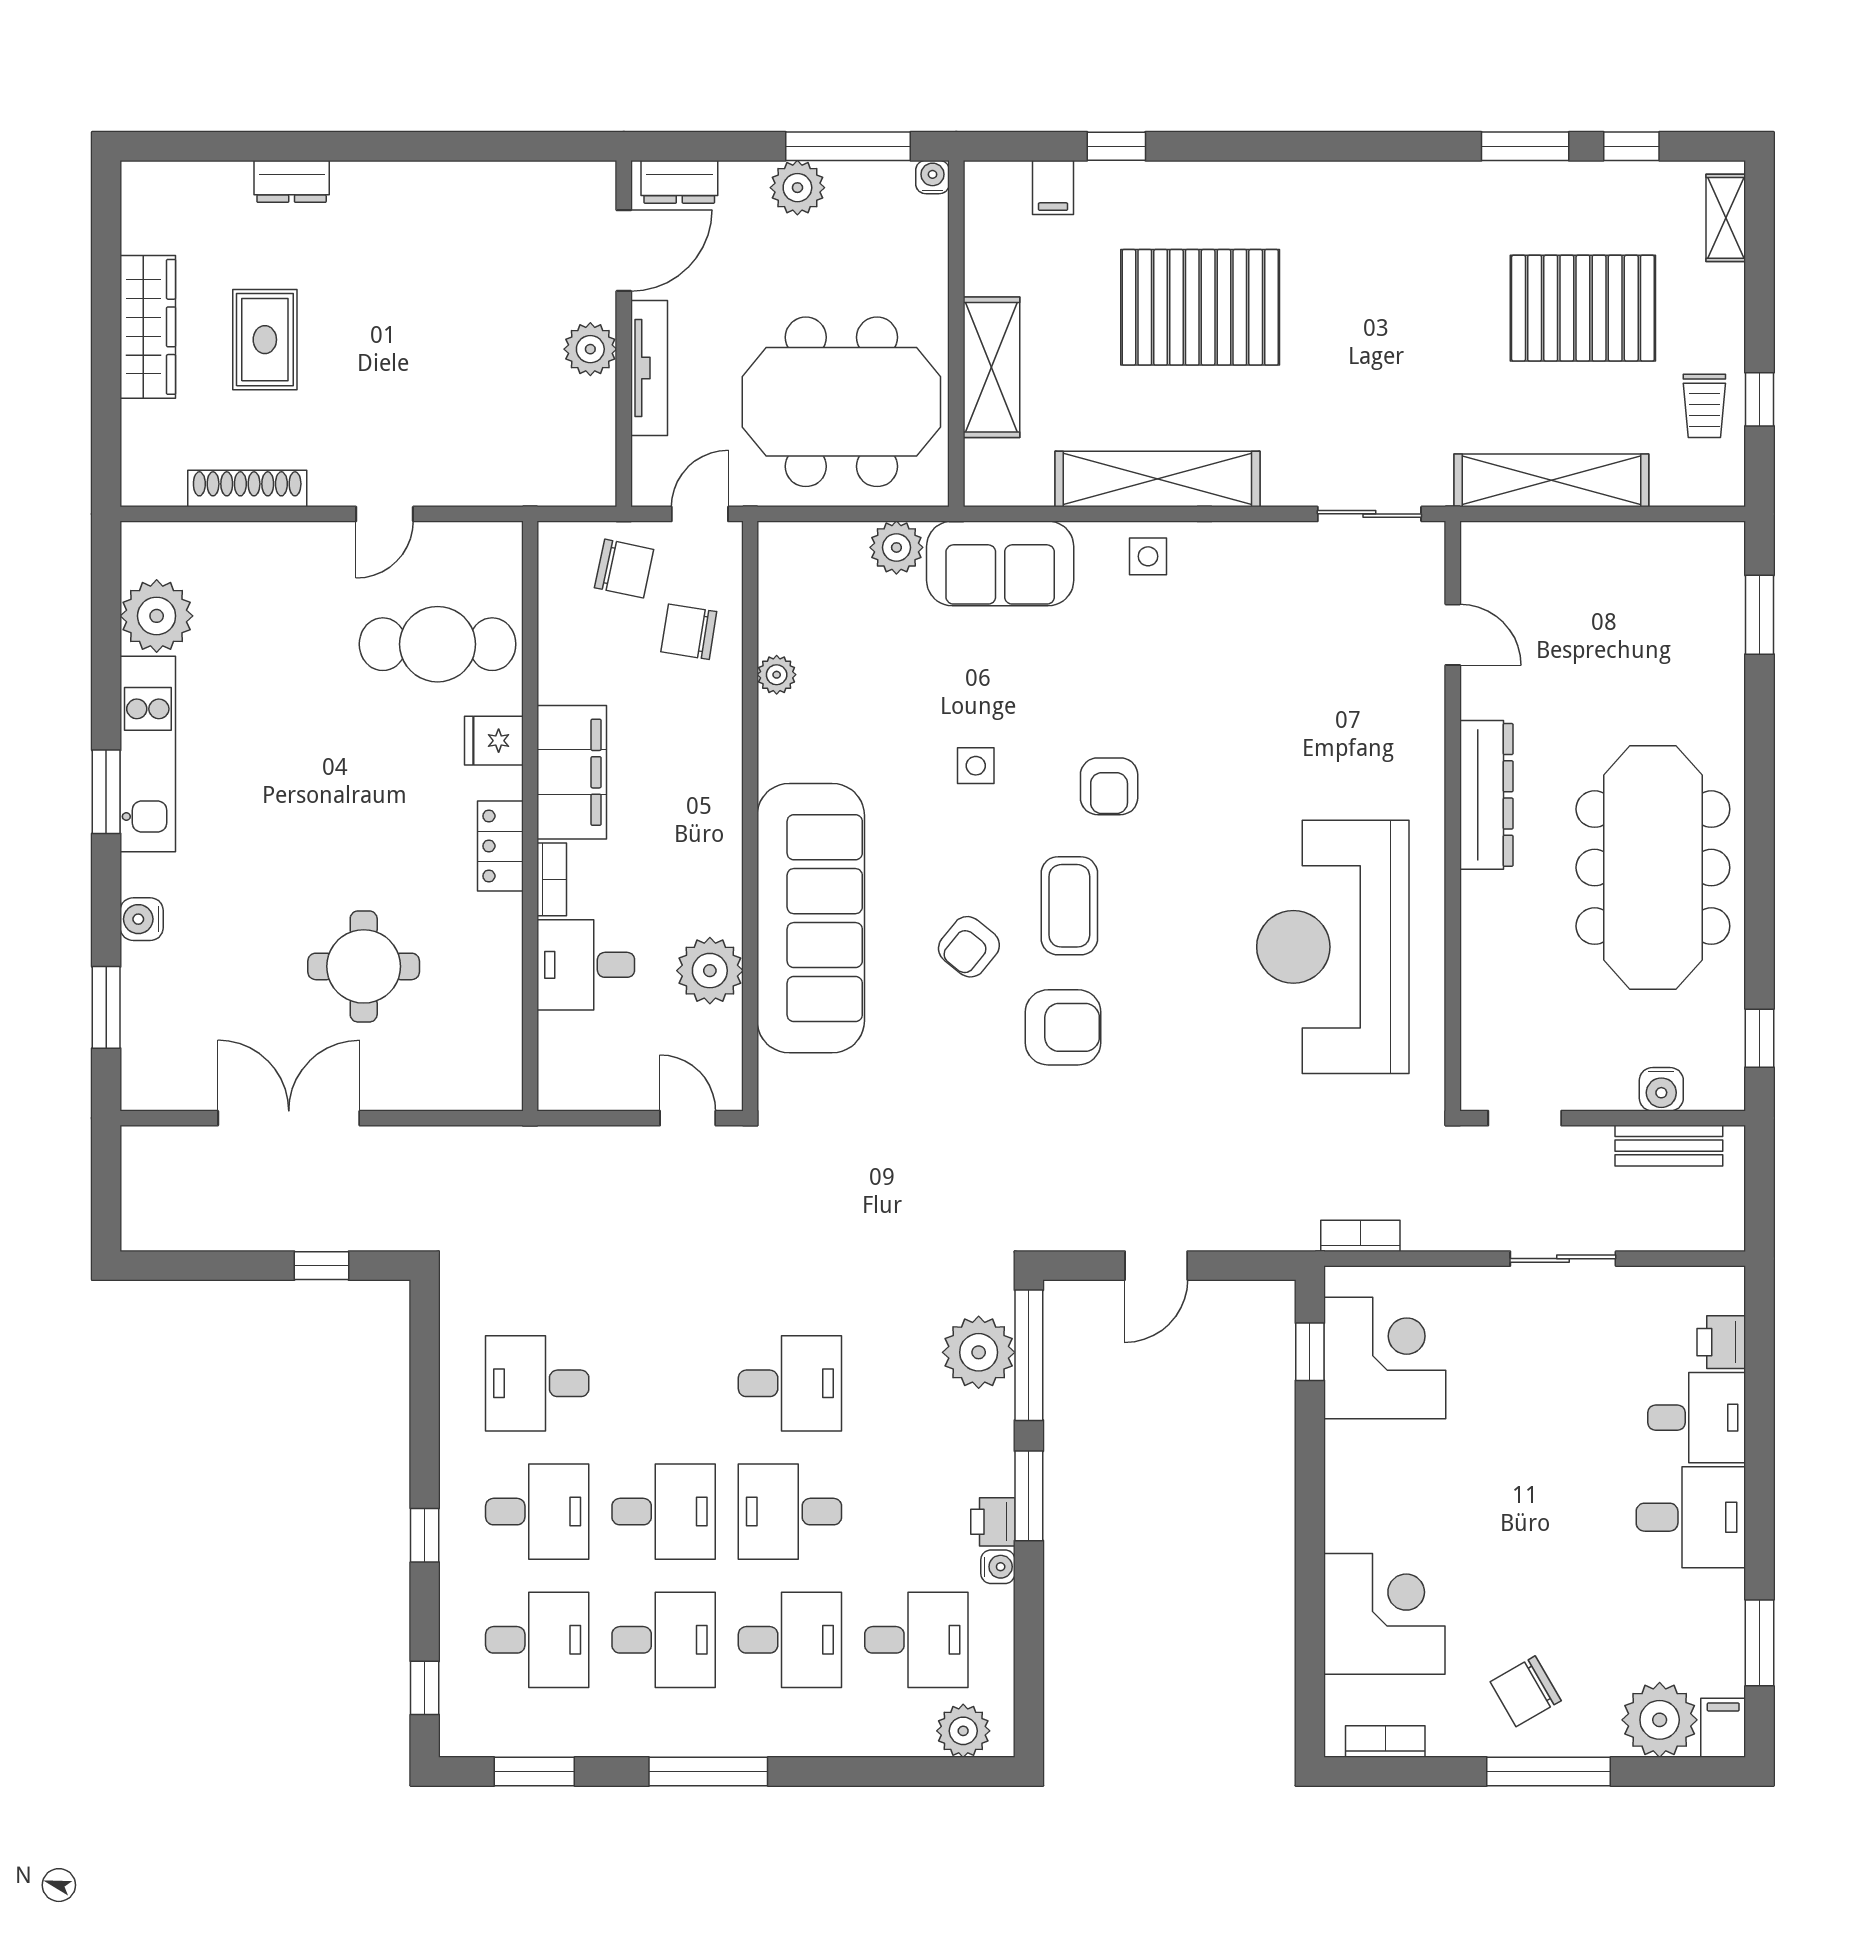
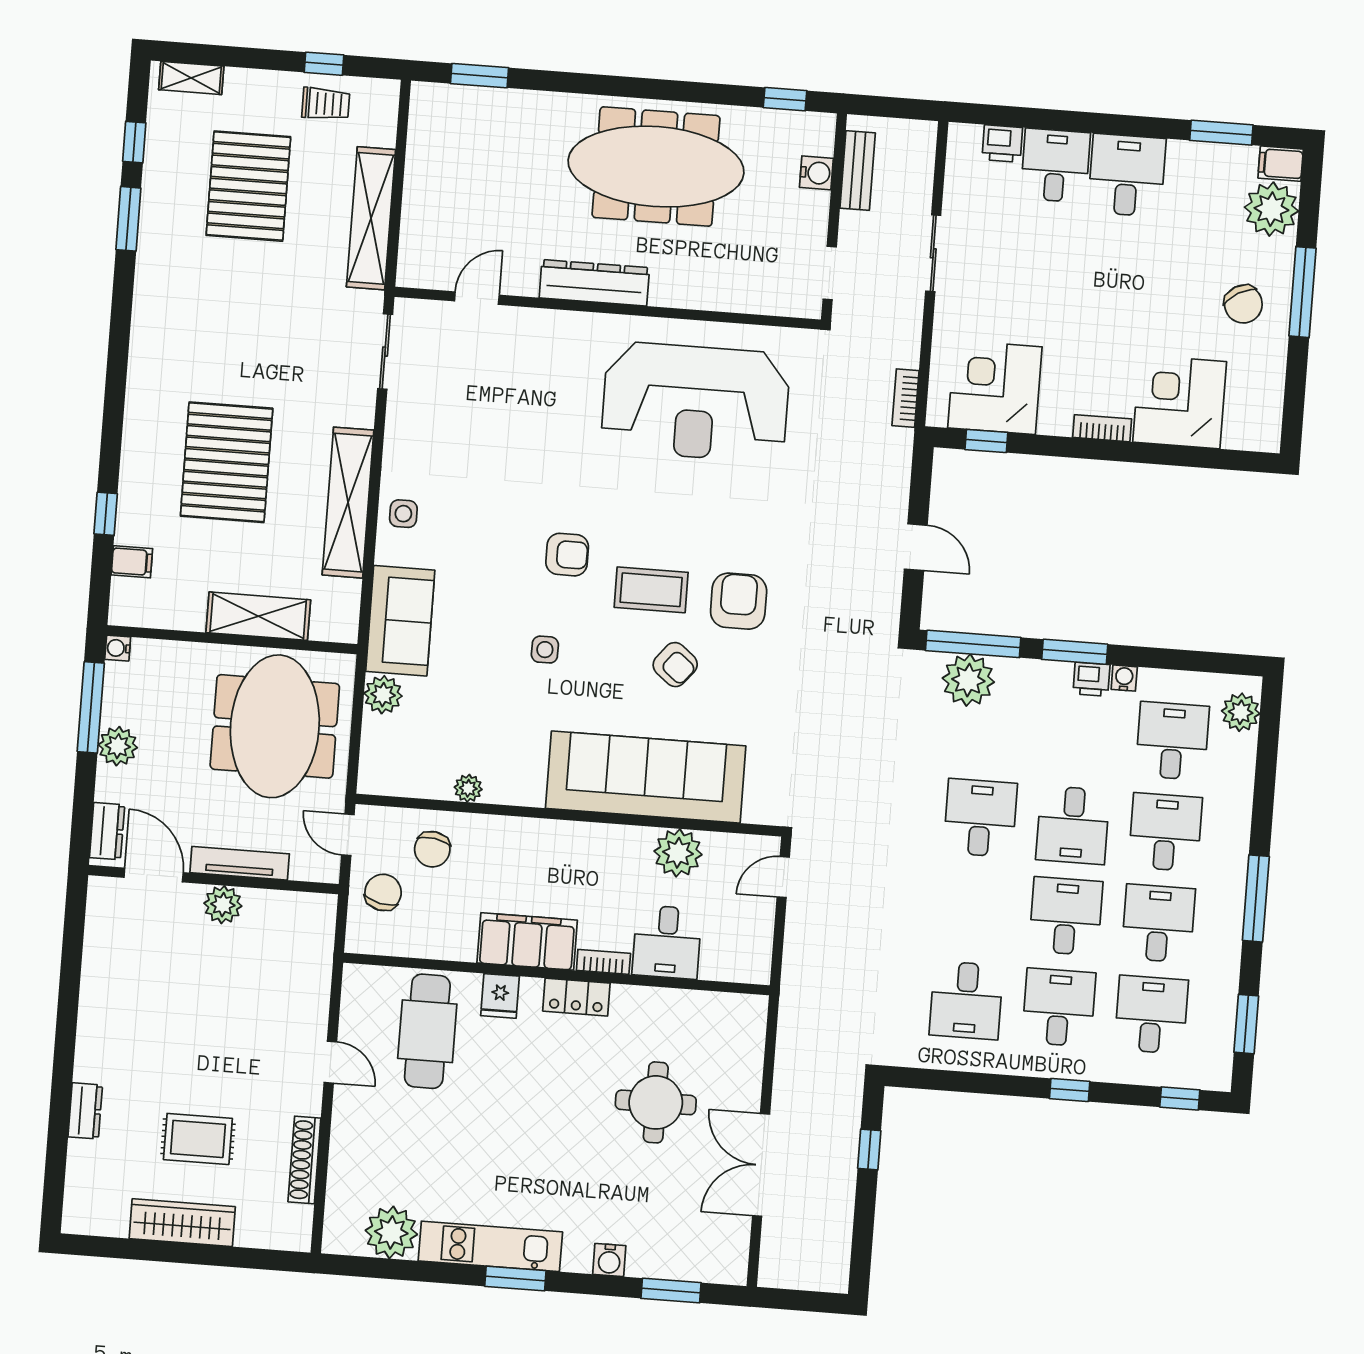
bookcase: (1385, 1742) -> (1102, 428), moved, turned 90

